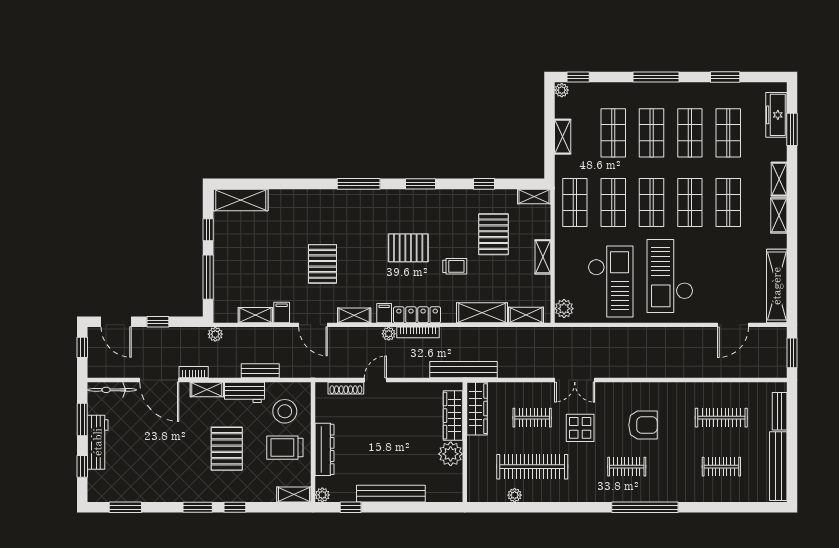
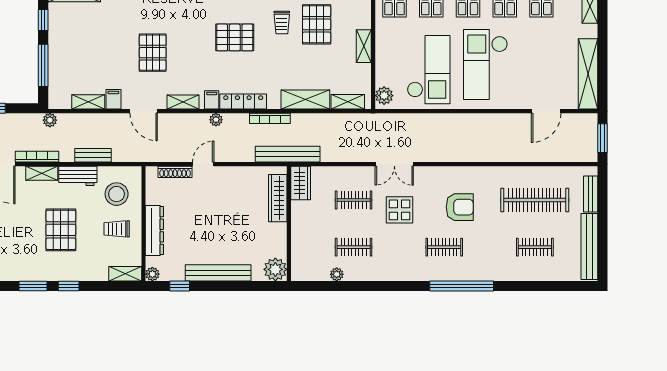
trolley: (455, 266) -> (282, 22), moved, turned 90
bookcase: (418, 332) -> (270, 118), moved
bookcase: (194, 372) -> (37, 157), width x1.56
wardrobe: (477, 409) -> (301, 183), width x0.67
clothes rail: (721, 418) -> (535, 200), width x1.37, depth x1.31
trolley: (285, 448) -> (117, 229), width x0.73, depth x0.72
plant: (451, 454) -> (275, 269), moved
clothes rail: (532, 467) -> (354, 247), width x0.54, depth x0.76

